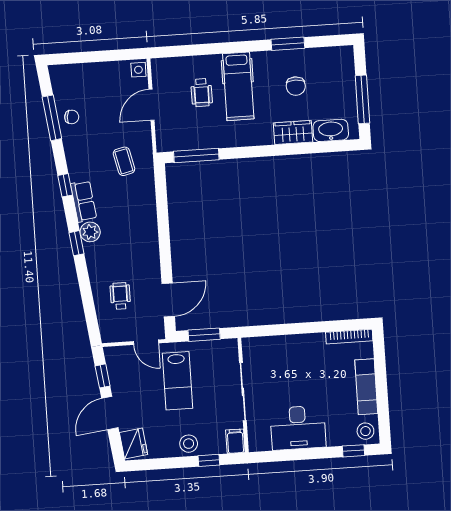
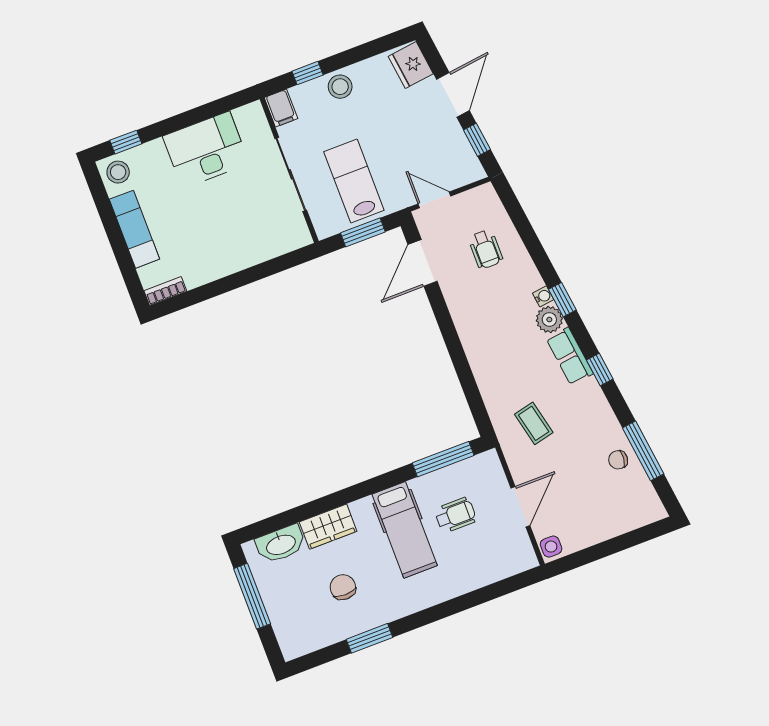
hospital bed: (238, 86) -> (405, 530), moved, turned 180
wheelchair: (202, 93) -> (455, 515), moved, turned 90
water cooler: (89, 250) -> (543, 296), added
bookcase: (349, 337) -> (165, 291), width x0.64
lab bench: (177, 381) -> (354, 181), moved

